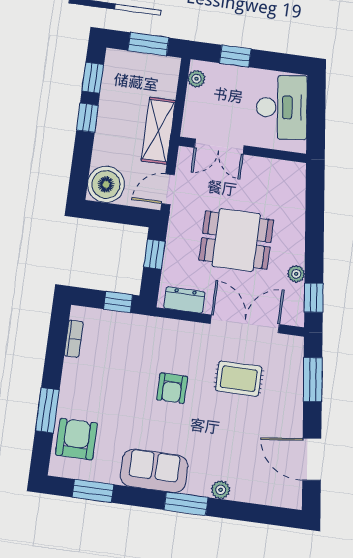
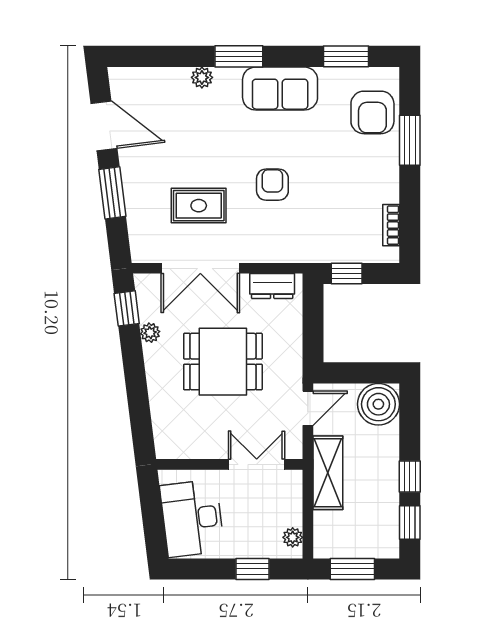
window: (154, 254) -> (313, 333), removed
window: (313, 380) -> (112, 193), moved

